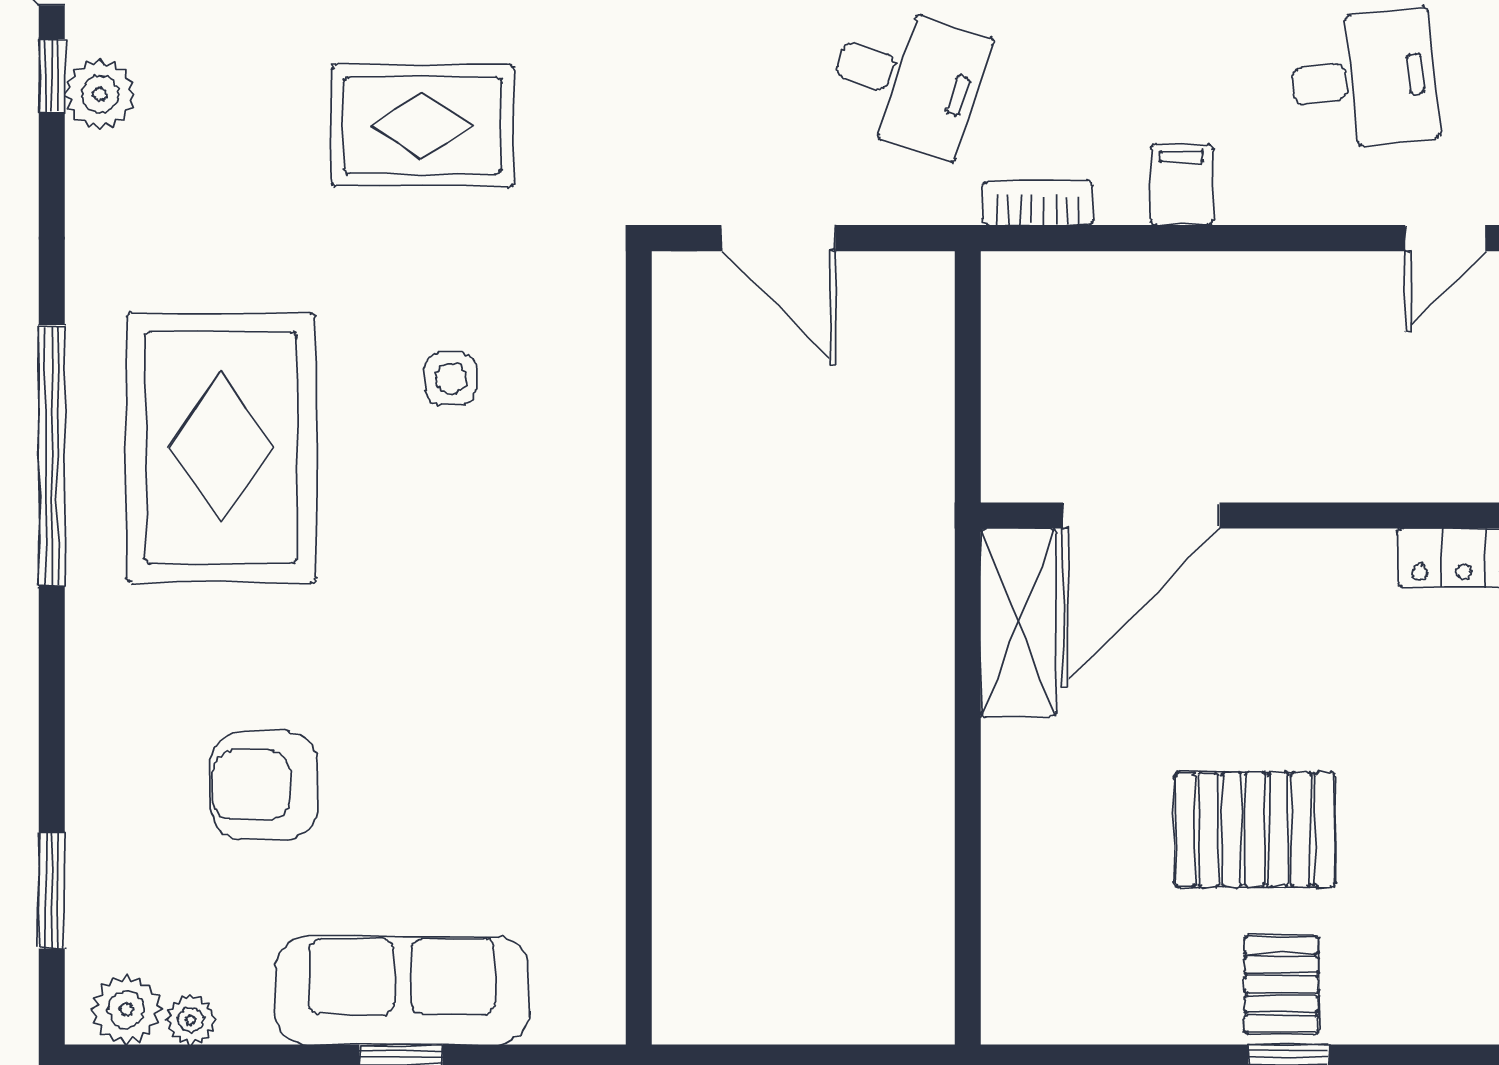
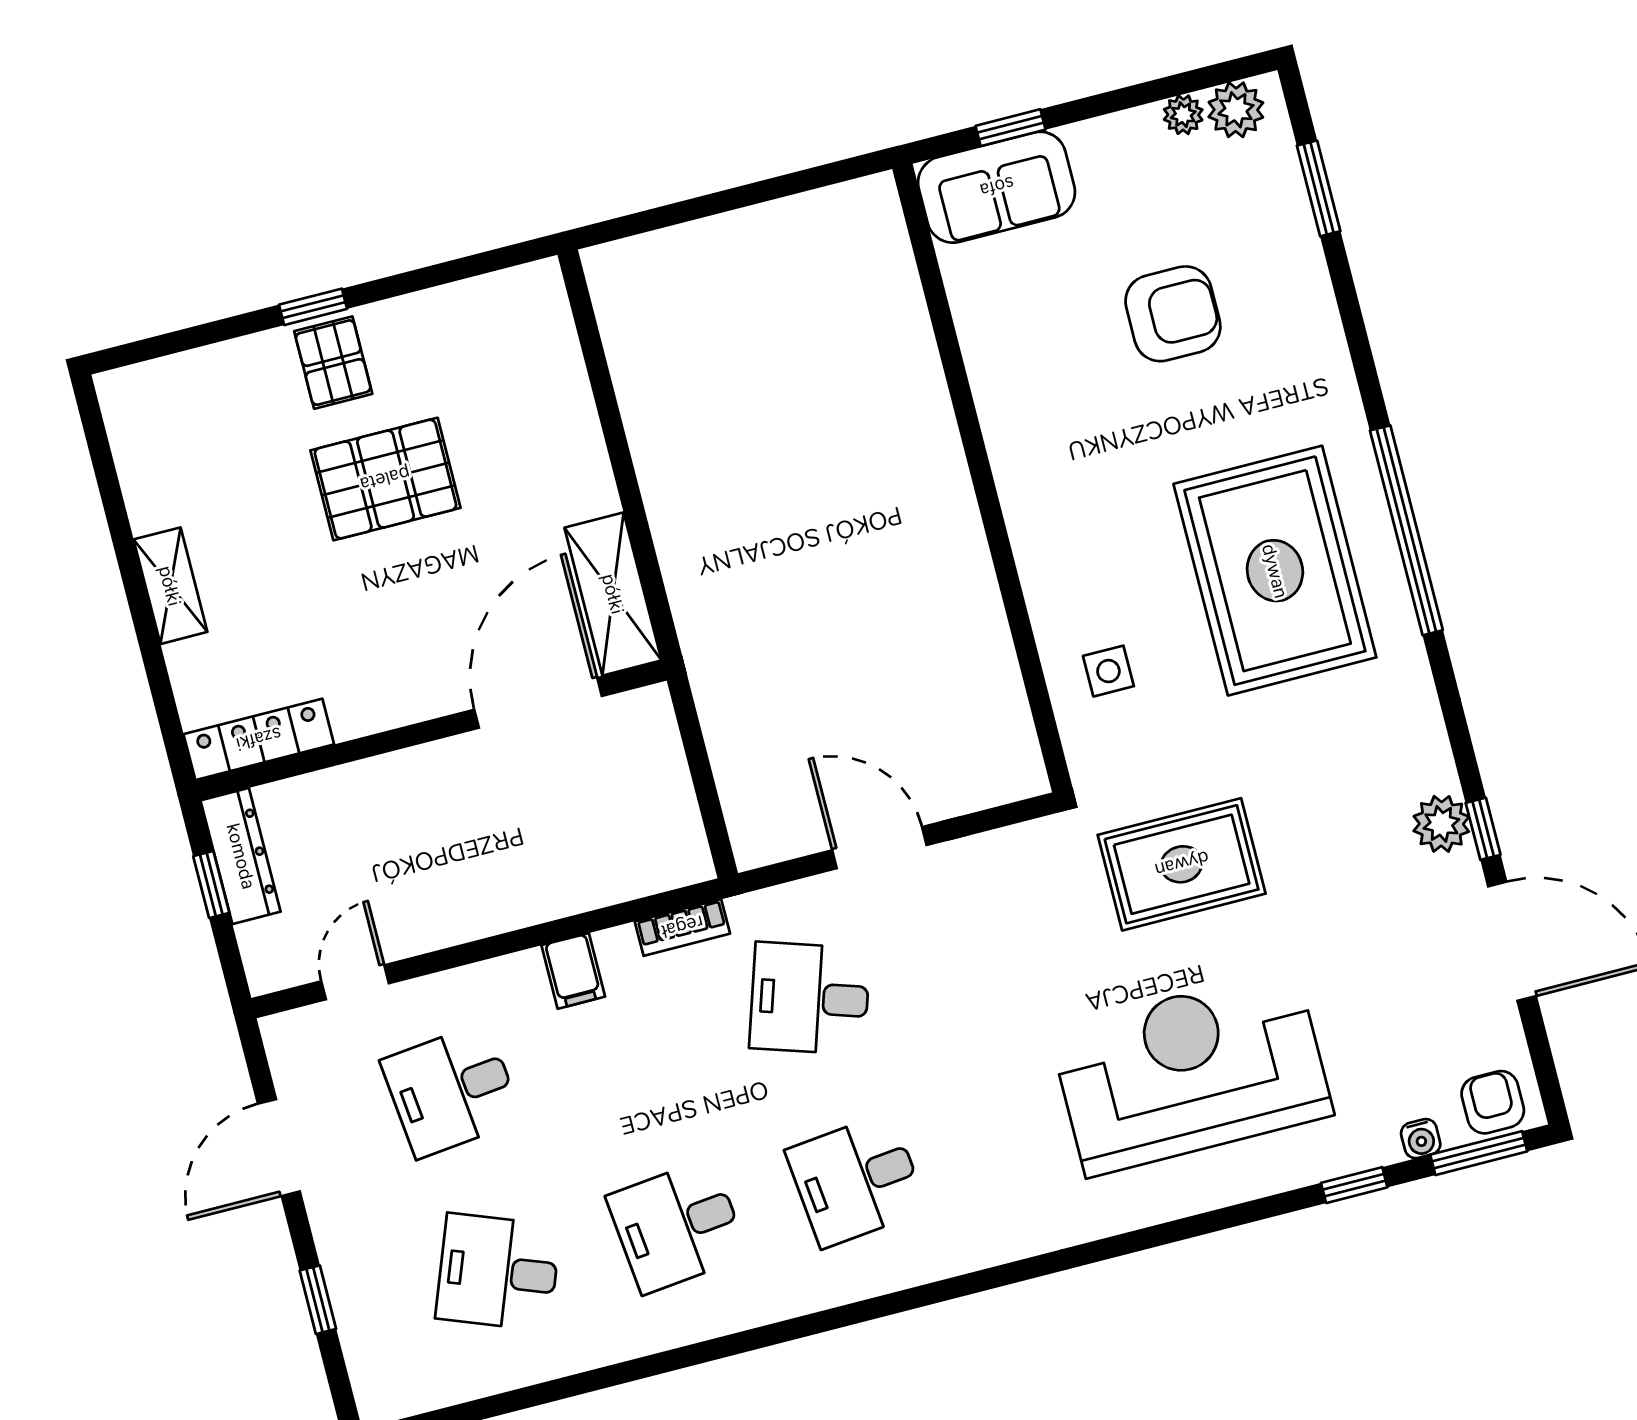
wall: (639, 648) -> (982, 478), moved
sofa: (402, 991) -> (997, 187), width x0.73

